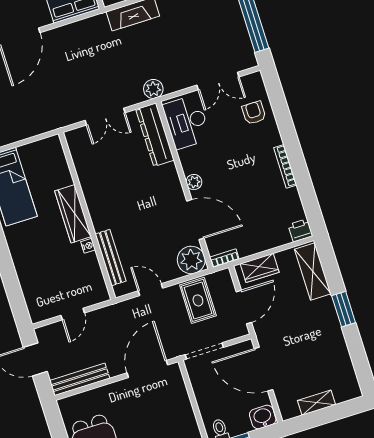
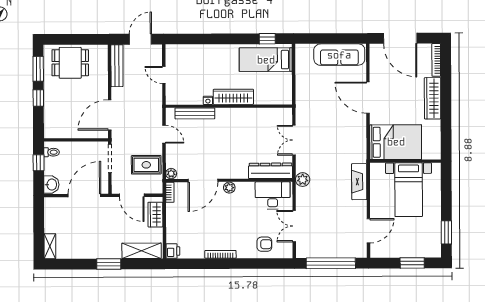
plant: (191, 260) -> (171, 174), width x0.53, depth x0.53
door: (150, 290) -> (164, 134), hinge flipped
door: (147, 369) -> (110, 115), swing flipped
shelving: (316, 403) -> (50, 246), moved

